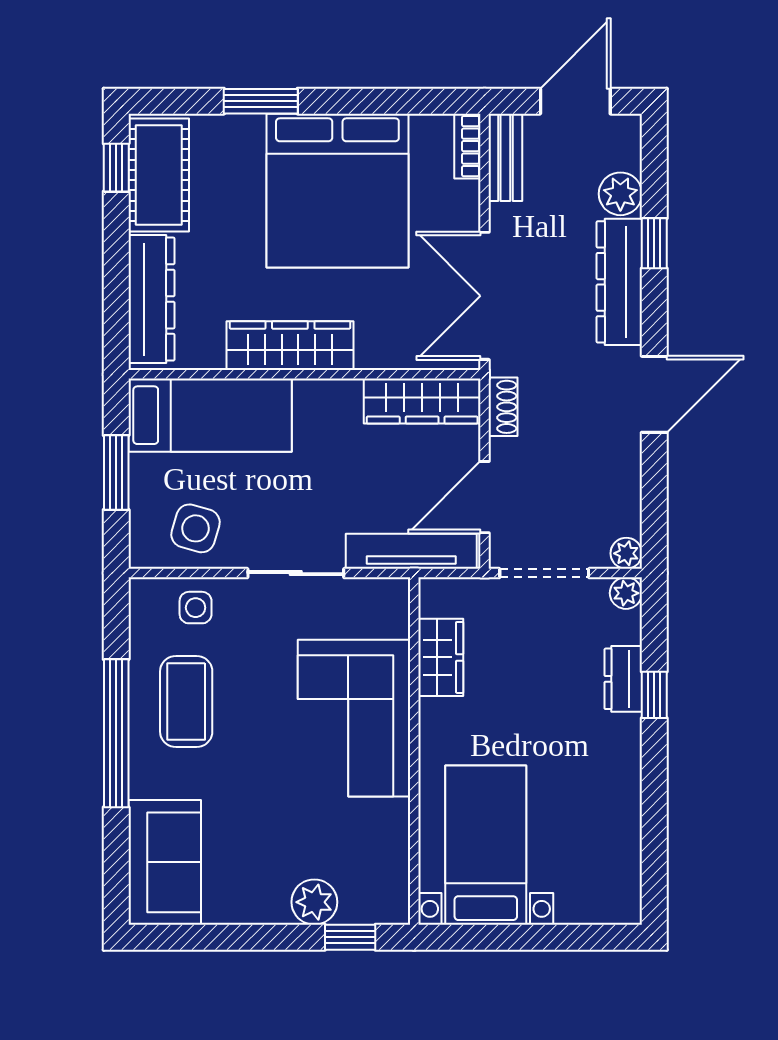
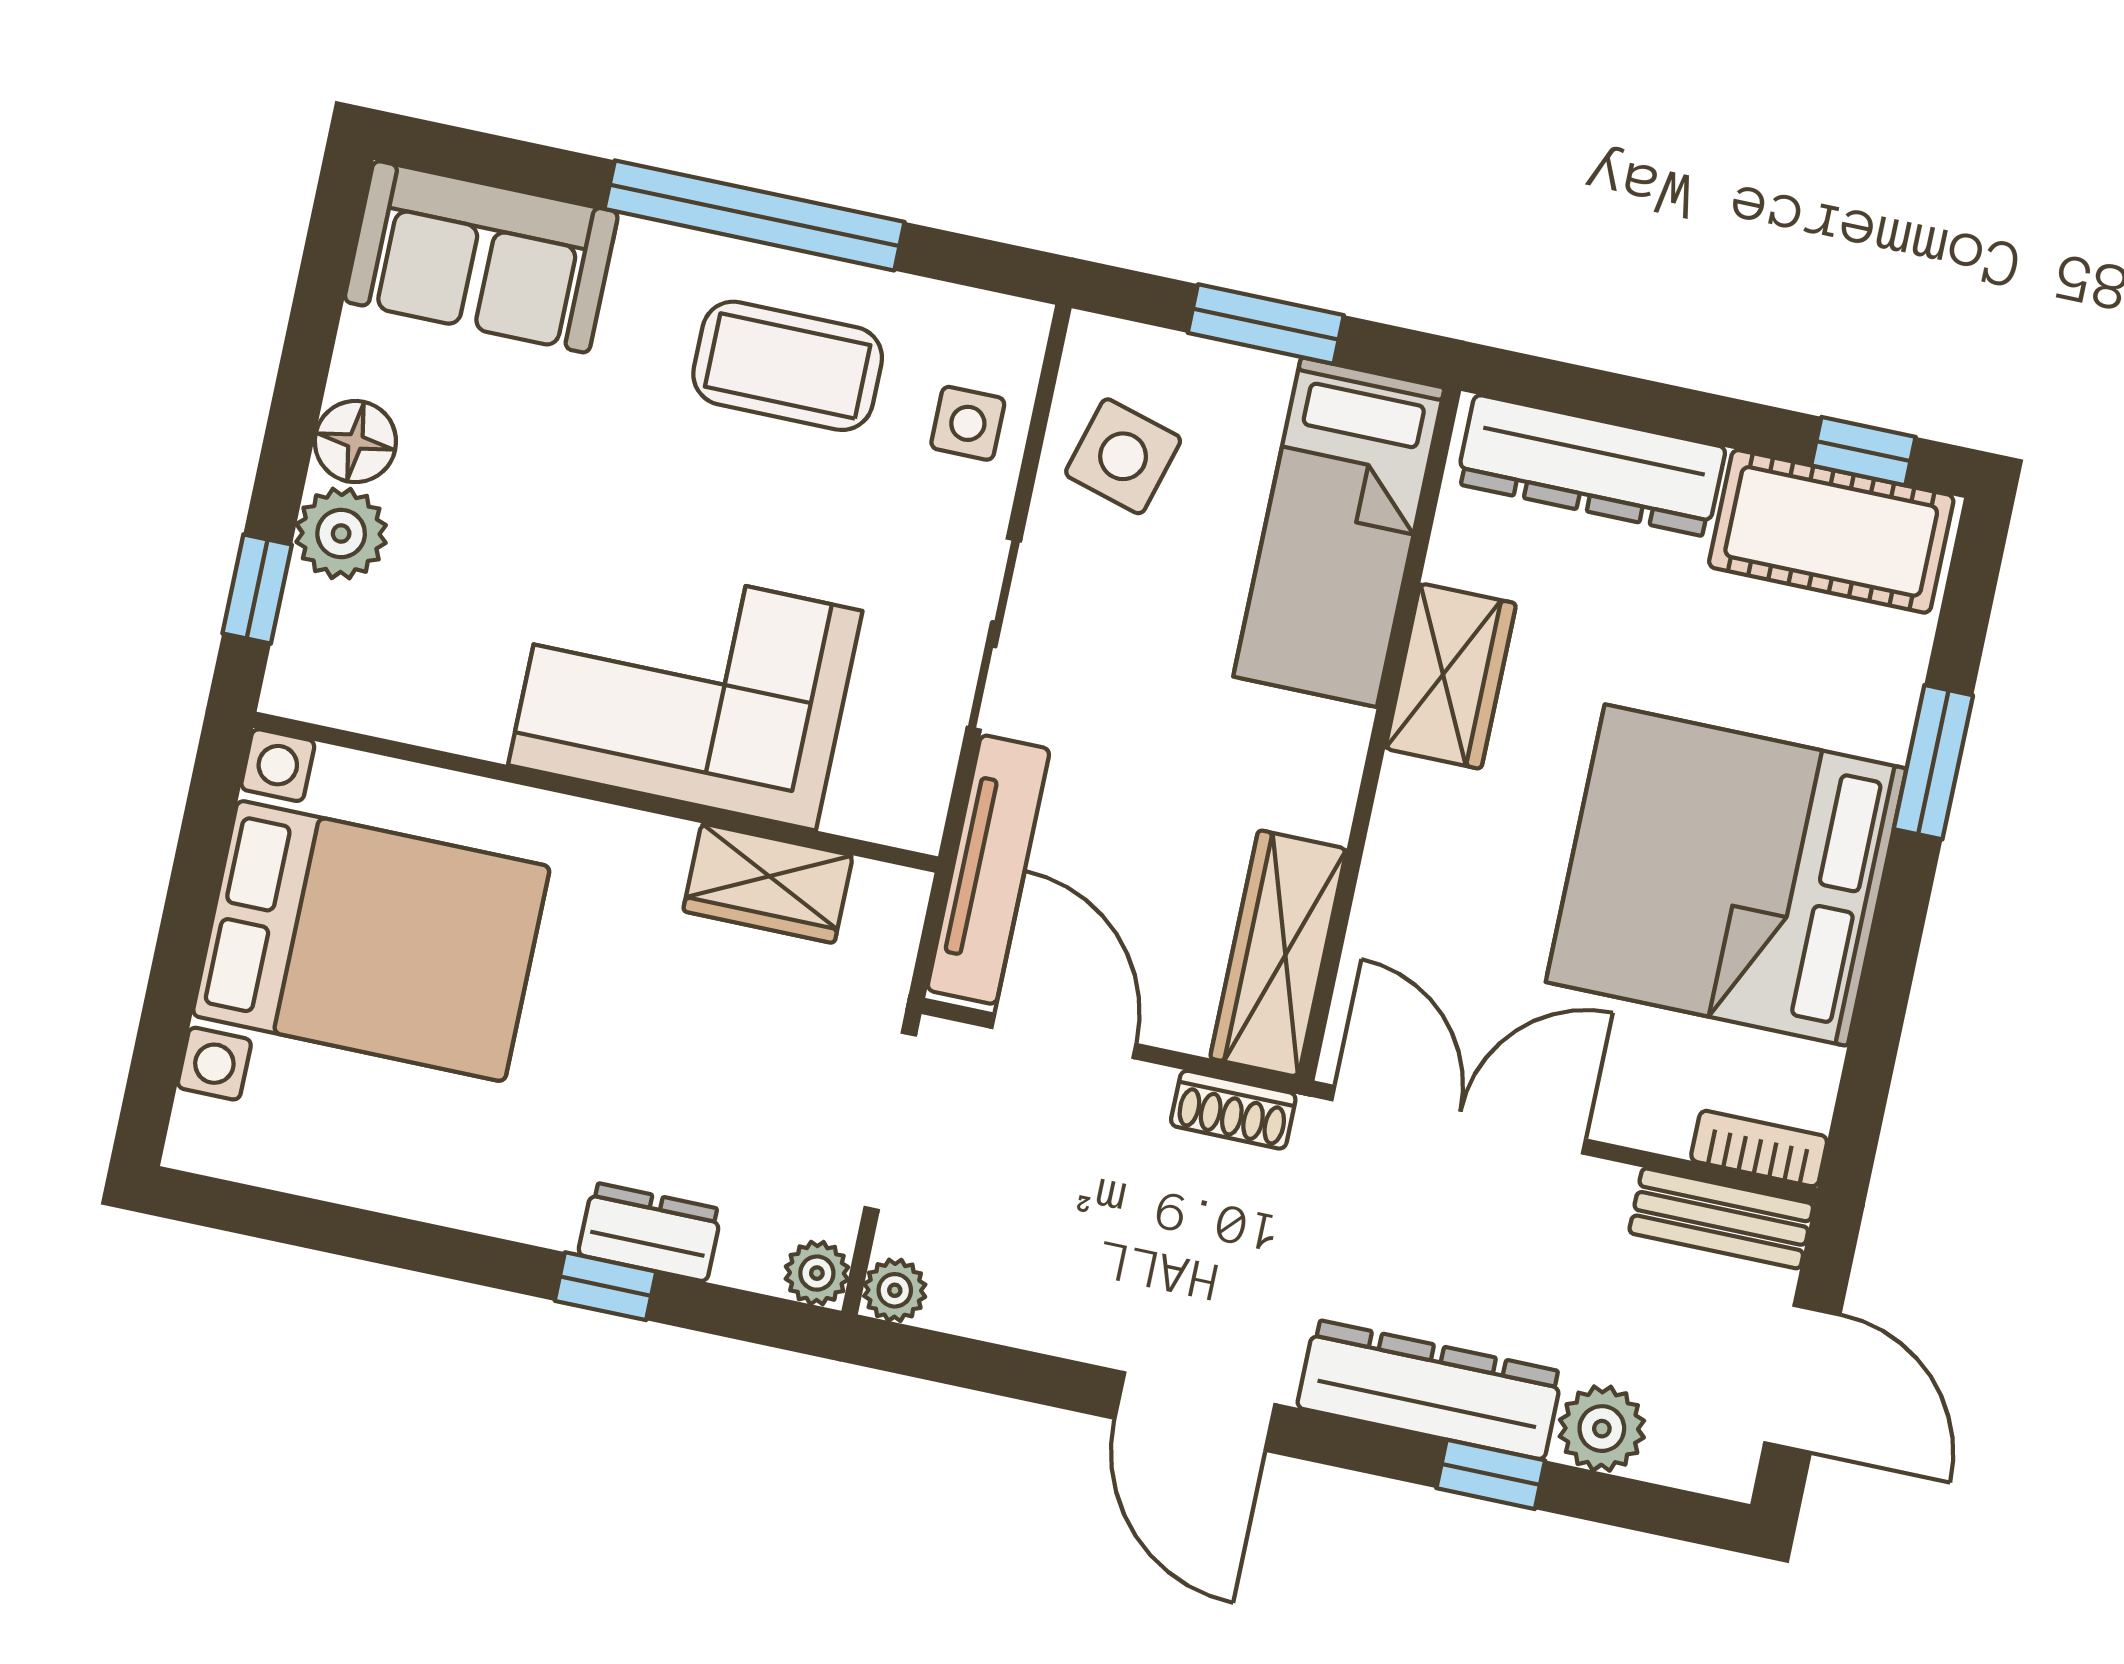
wardrobe: (290, 346) -> (1451, 676), width x0.67
bed with nightstands: (486, 845) -> (371, 941), width x1.36
floor lamp: (268, 905) -> (355, 442), added

